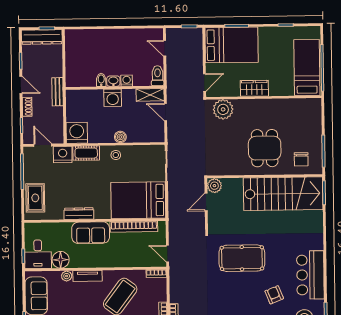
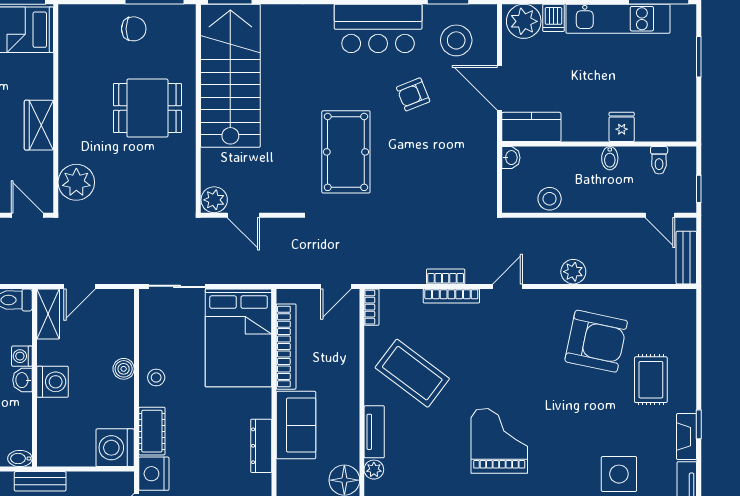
bidet: (101, 80) -> (20, 458), moved
chair: (301, 159) -> (134, 29), moved

